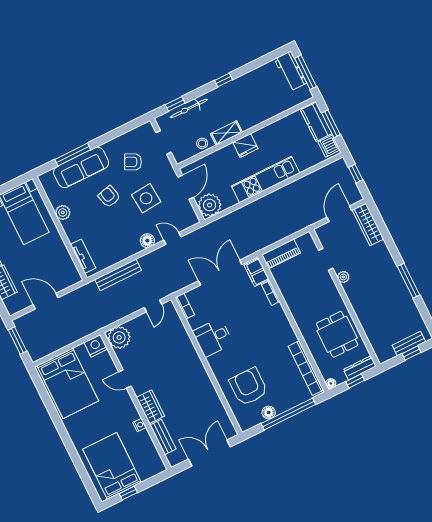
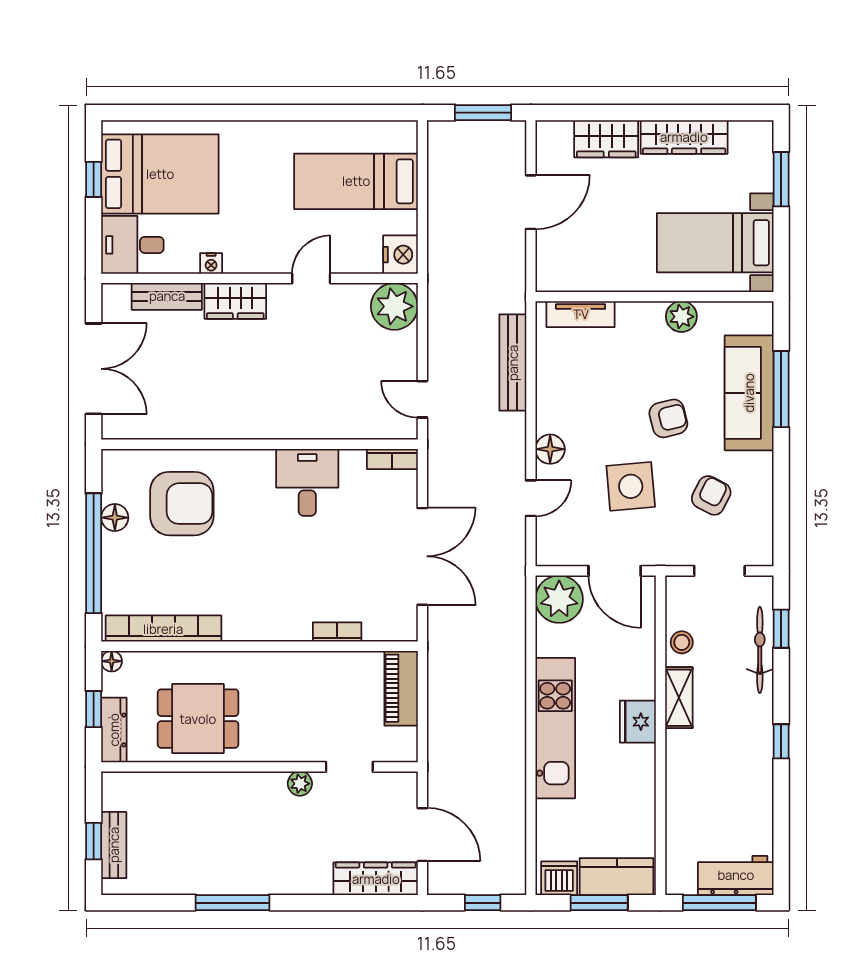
filing cabinet: (257, 272) -> (389, 625), removed
bed: (68, 383) -> (356, 181), width x0.67
desk: (148, 463) -> (132, 245), added

